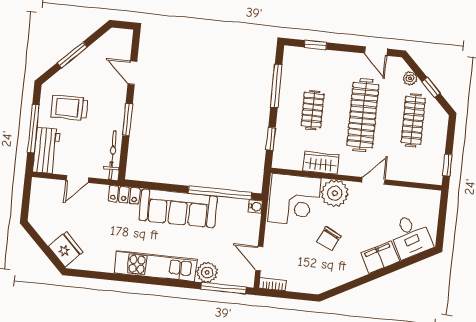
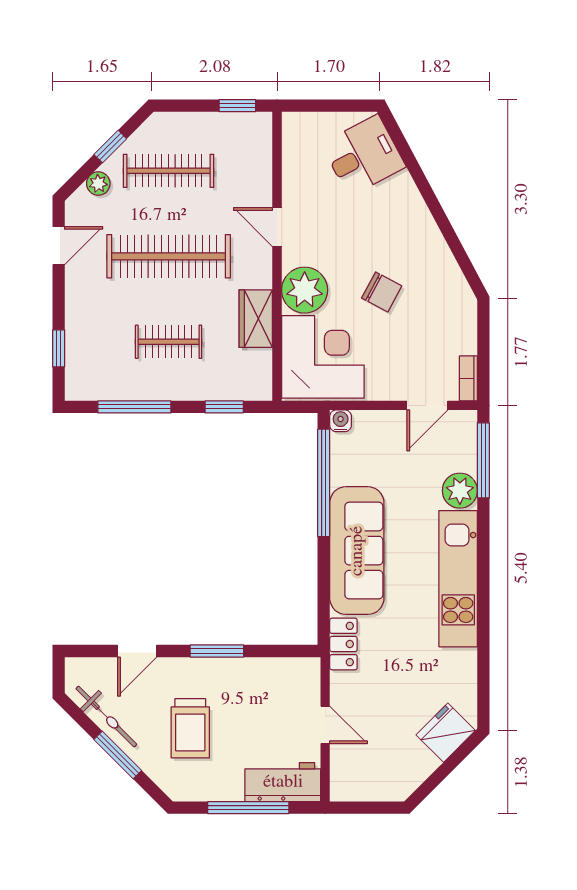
trolley: (69, 108) -> (190, 728), moved
bicycle: (112, 155) -> (106, 717), moved, turned -135
filing cabinet: (380, 257) -> (404, 203), removed

